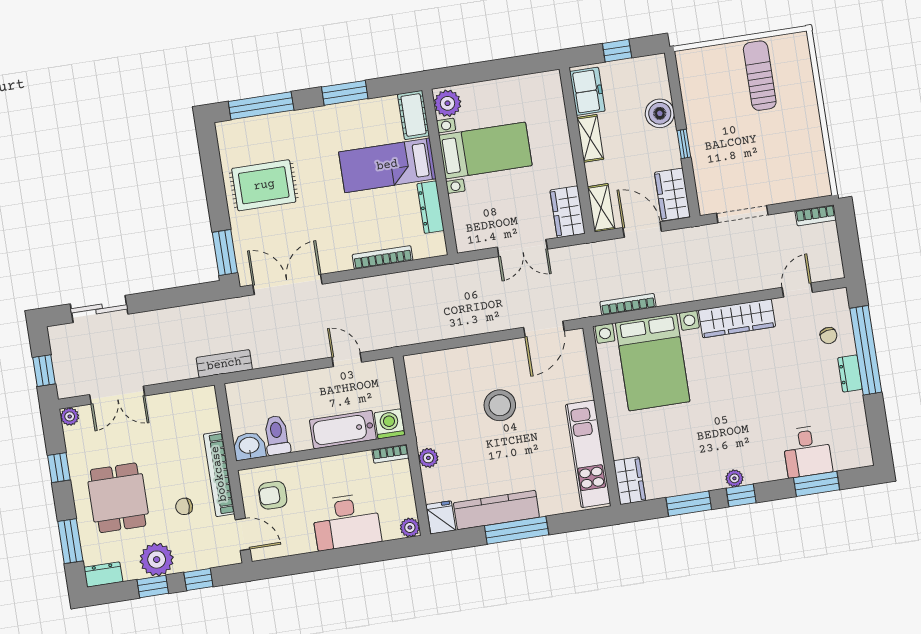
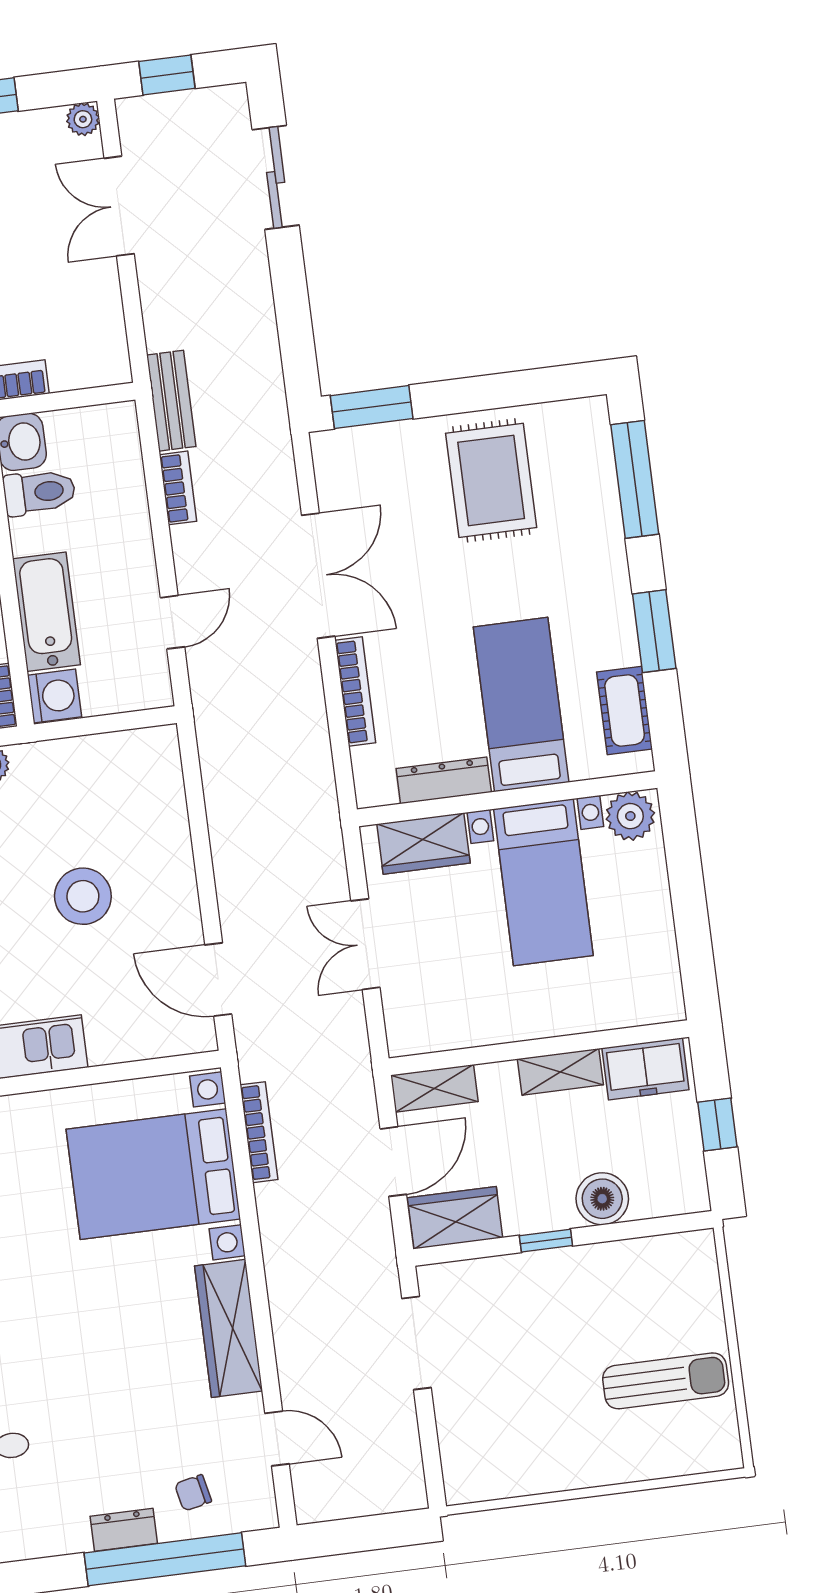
cot: (413, 115) -> (625, 710), moved, turned 90
wardrobe: (568, 212) -> (424, 843), moved, turned 180
bookcase: (816, 215) -> (178, 488), moved, turned 180
double door: (287, 284) -> (318, 576), moved

